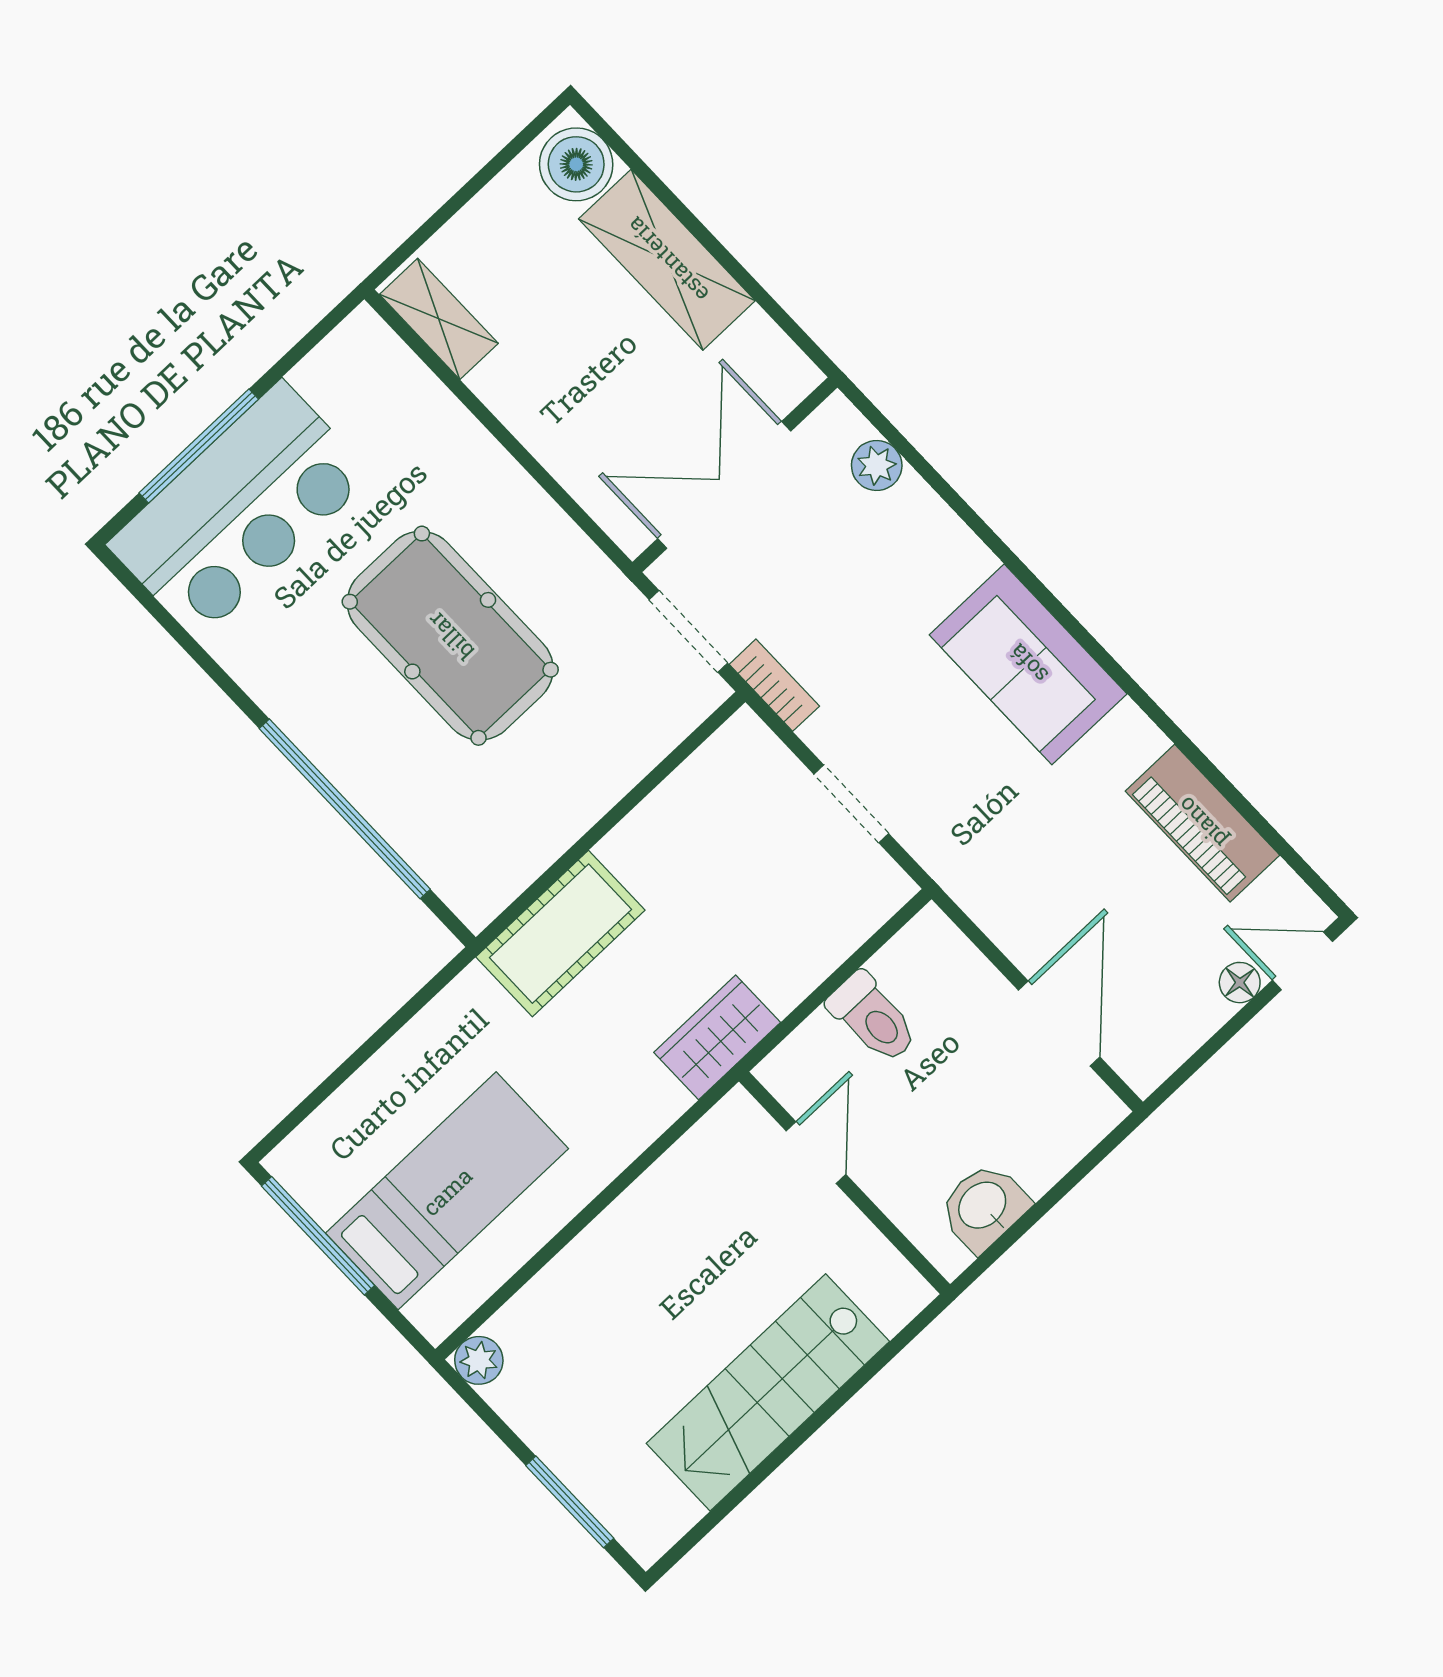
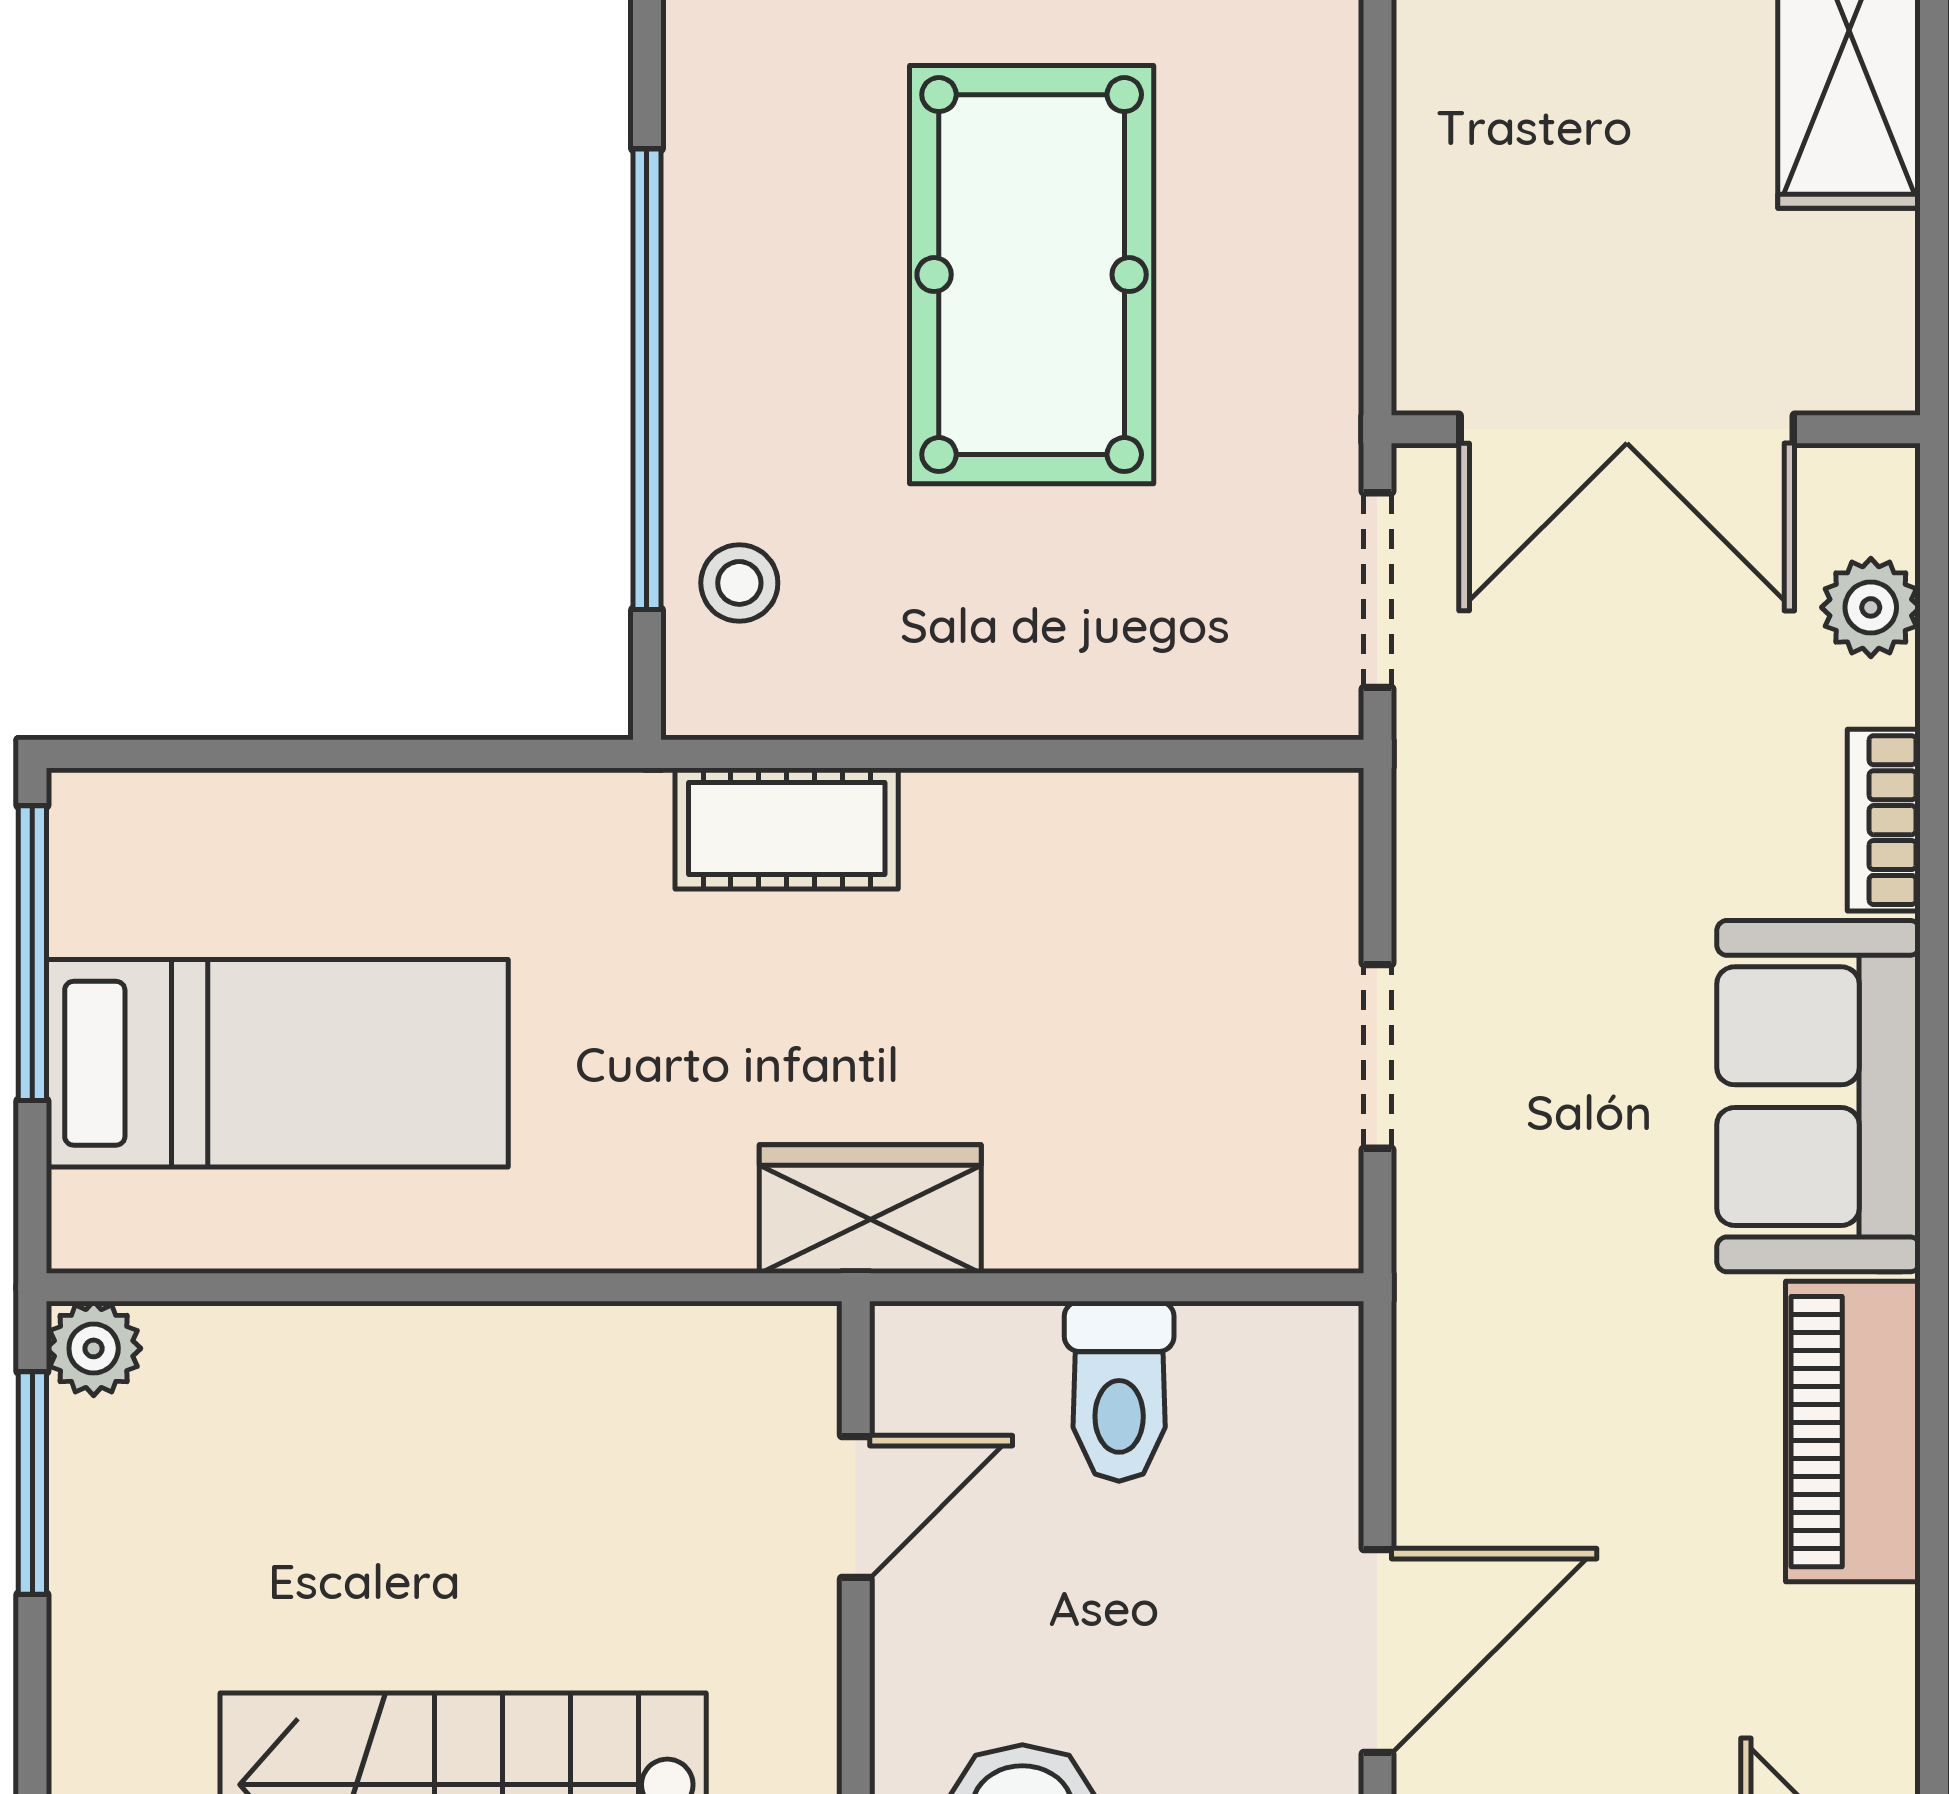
double door: (724, 485) -> (1627, 429), swing flipped
bookcase: (774, 685) -> (1884, 820), moved, turned 180
piano: (1202, 823) -> (1853, 1432), moved
stool: (450, 852) -> (739, 583), added
cot: (560, 934) -> (787, 828), width x0.73, depth x0.75
window: (570, 1502) -> (32, 1483), moved

